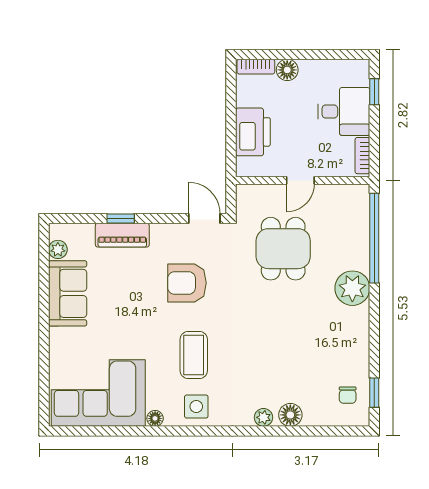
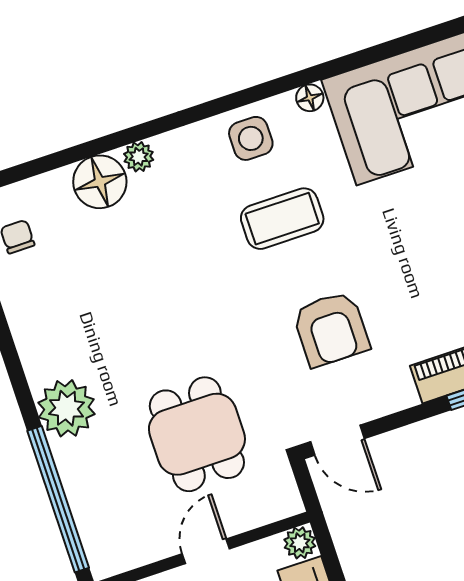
plant: (245, 167) -> (300, 543), added
armchair: (187, 283) -> (331, 329), turned 90
coffee table: (194, 355) -> (282, 219), turned 90
floor lamp: (290, 415) -> (100, 182), width x1.38, depth x1.38

